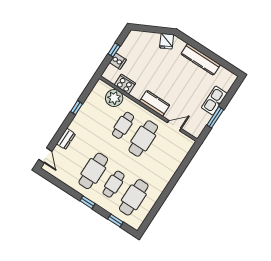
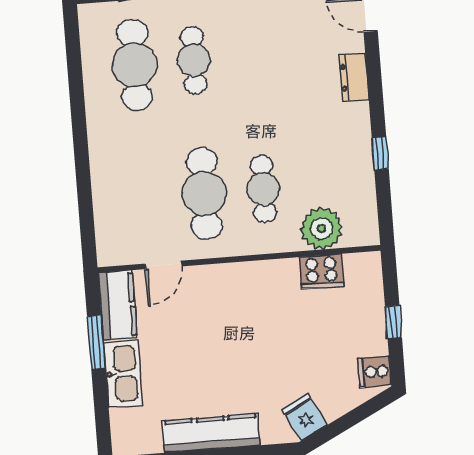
cooker: (118, 61) -> (375, 372), moved
kitchen counter: (155, 103) -> (117, 305), moved, turned -90
cafe table: (93, 171) -> (253, 56), removed

